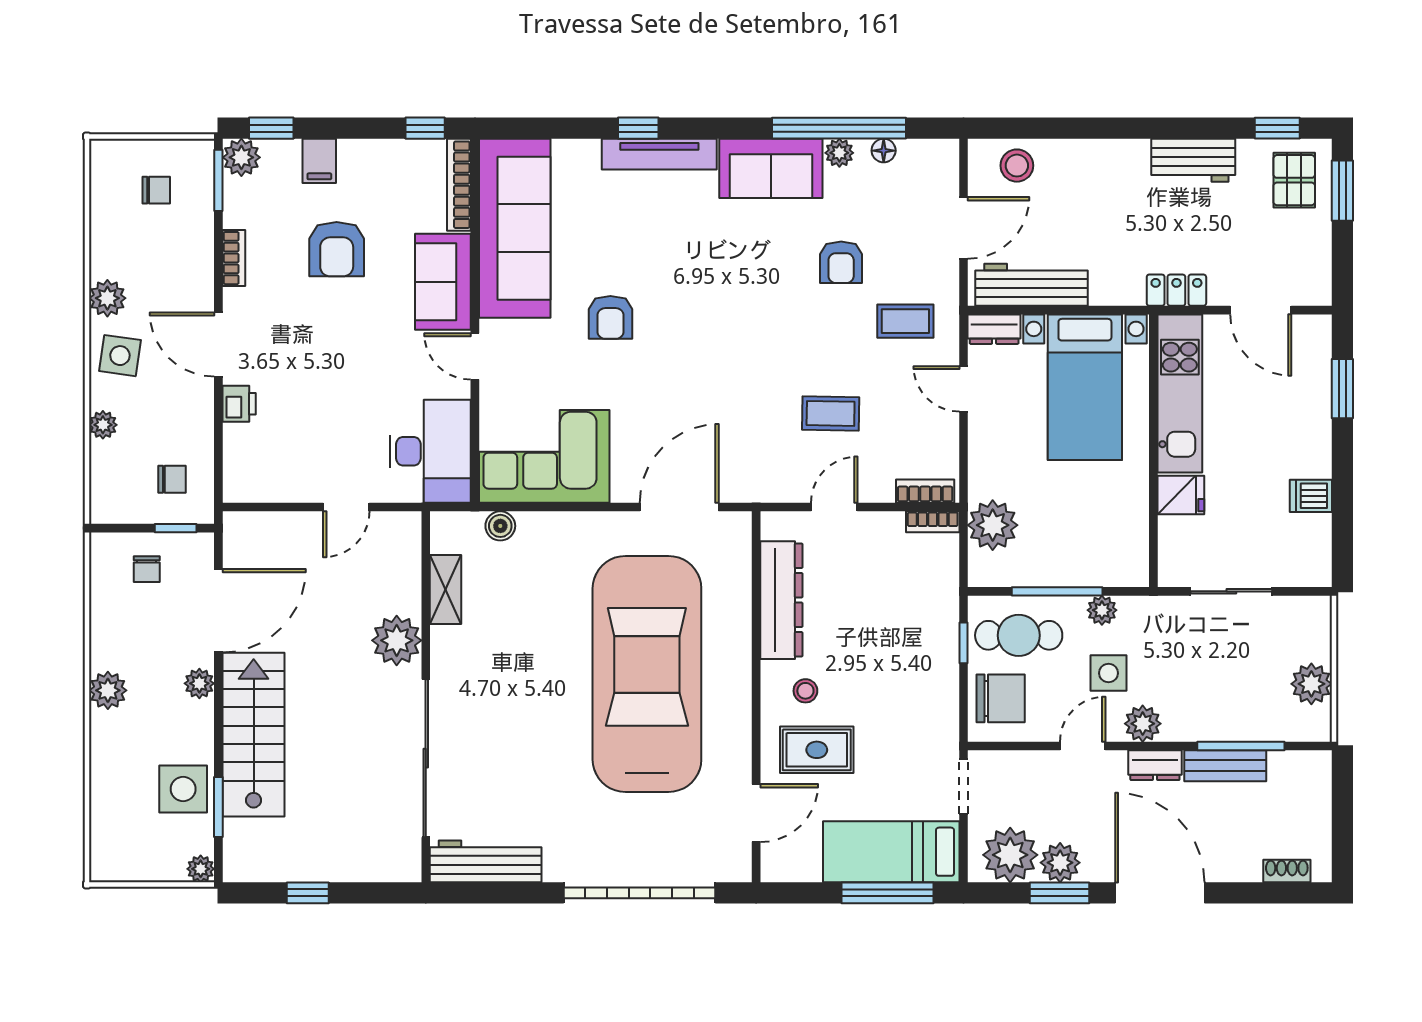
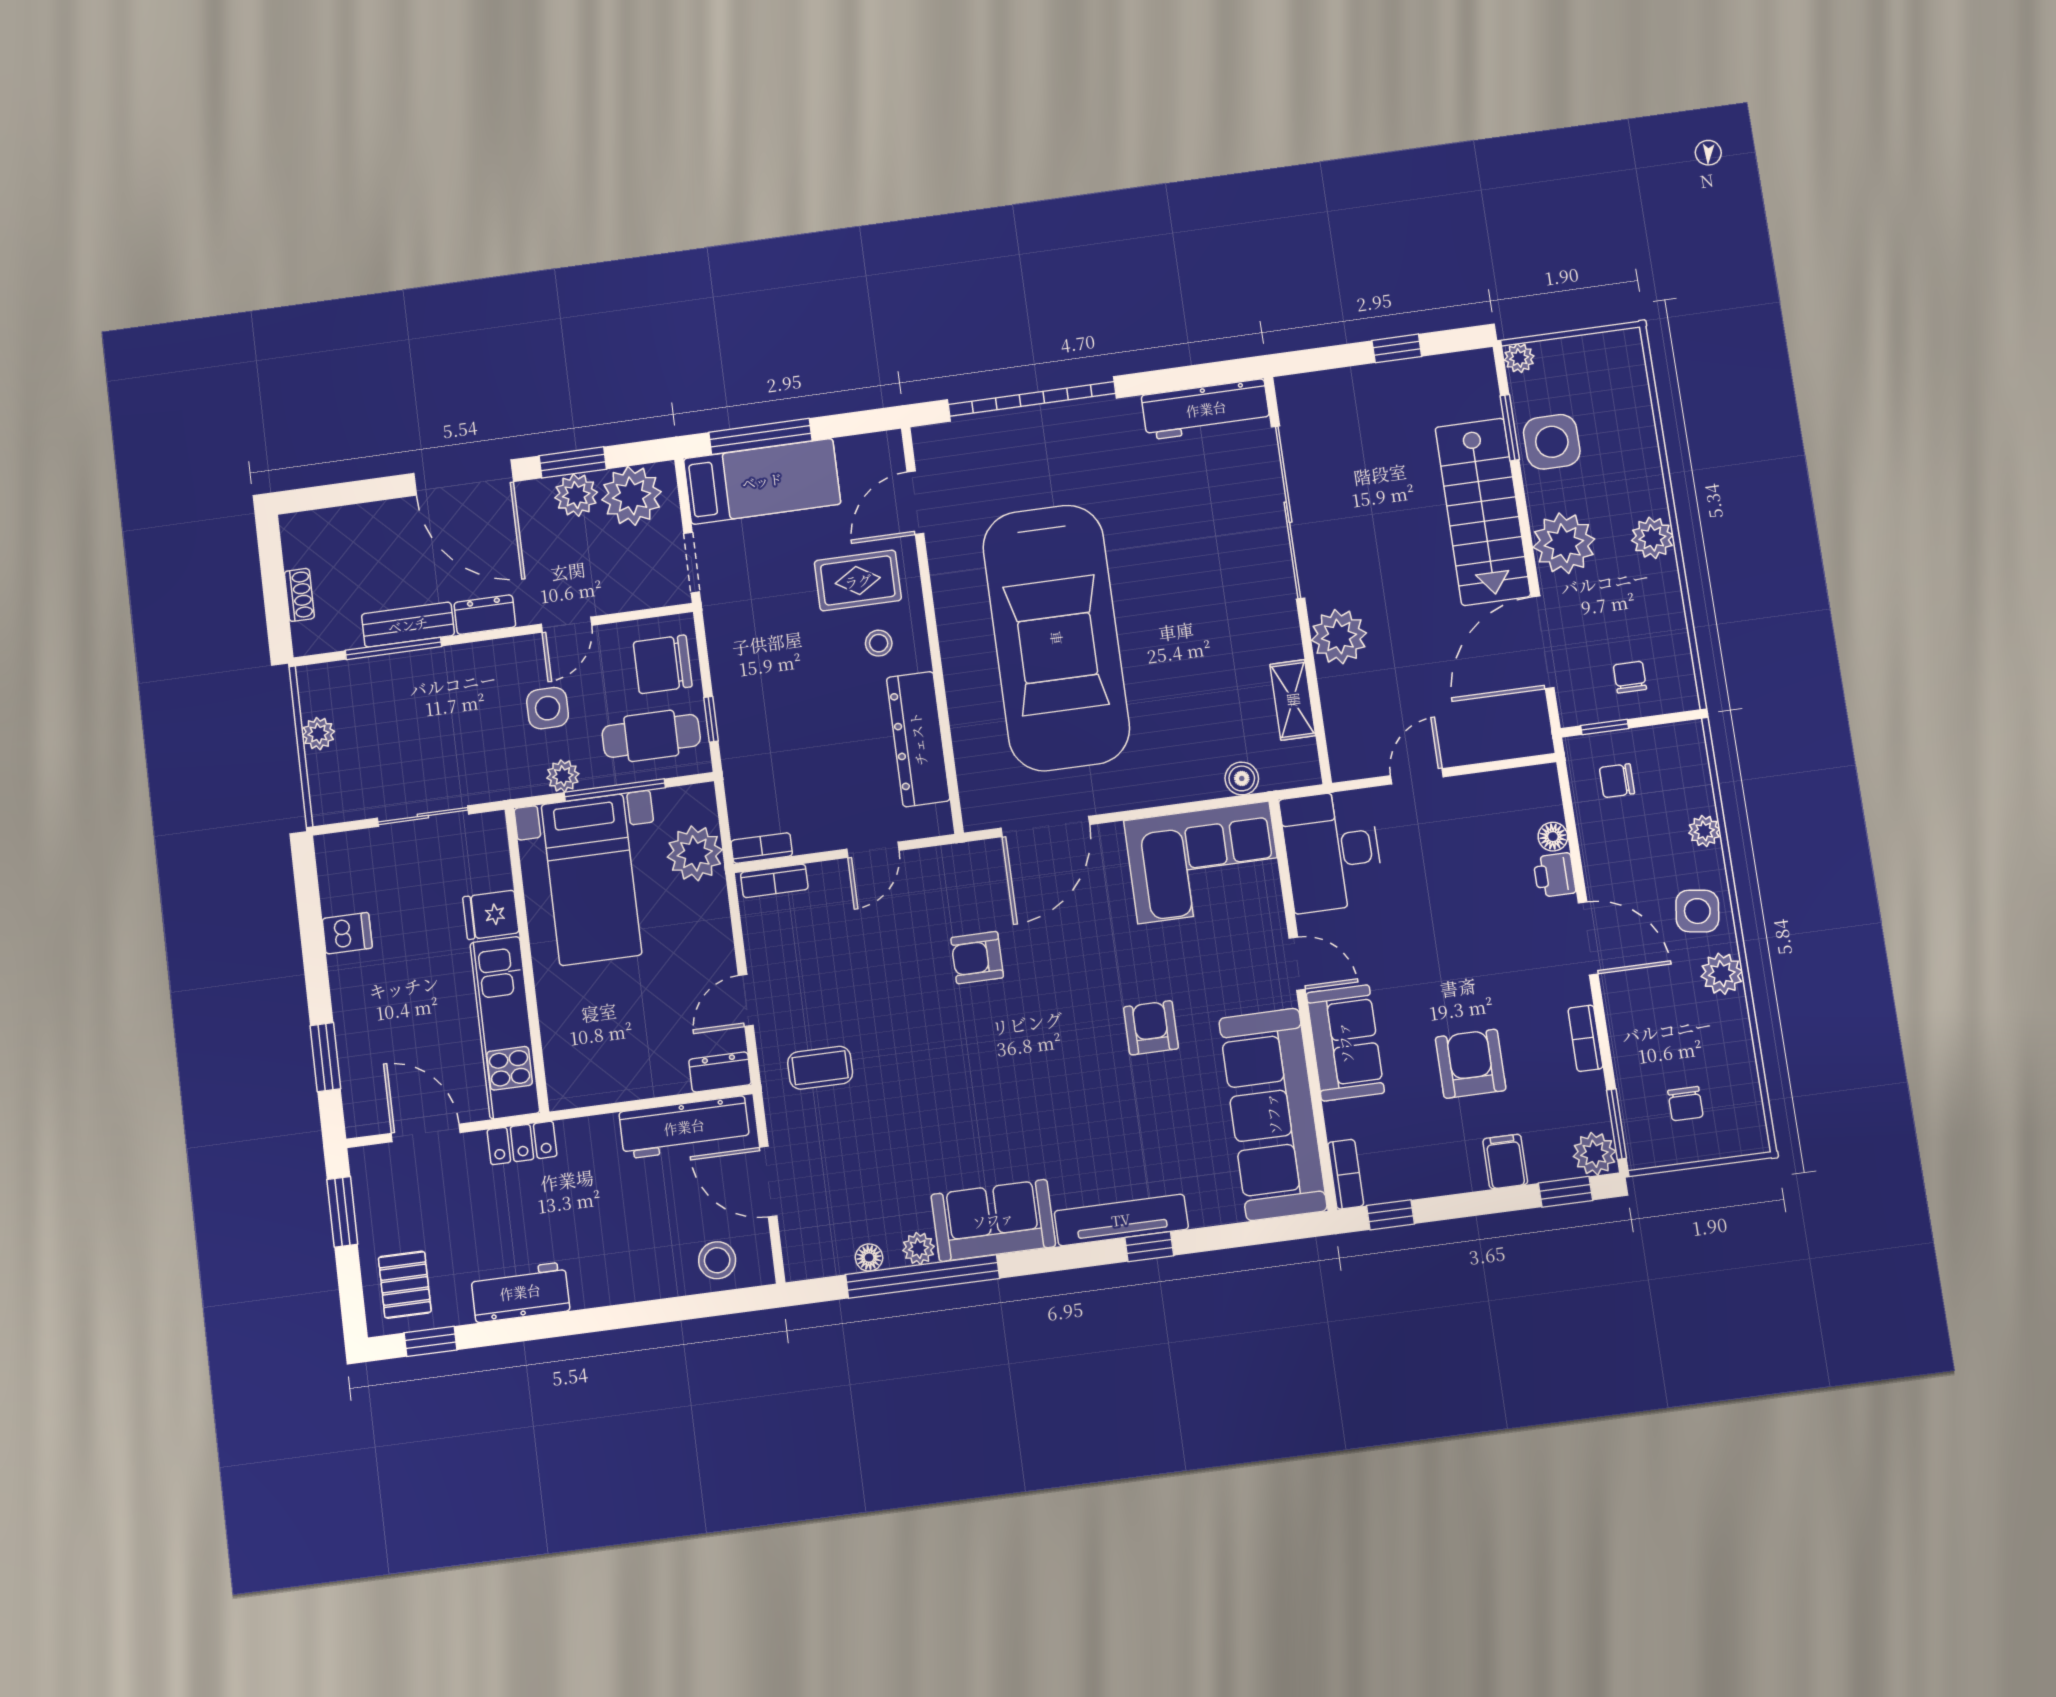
bookcase: (459, 185) -> (1346, 1174), width x0.64
chair: (156, 190) -> (1685, 1104), turned -90
window: (1342, 191) -> (342, 1212), moved
door: (964, 228) -> (768, 1182), hinge flipped
armchair: (841, 262) -> (977, 958), moved, turned -90
bed with nightstands: (1085, 387) -> (591, 880), moved, turned 180
door: (964, 389) -> (746, 1001), swing flipped
coffee table: (831, 413) -> (890, 953), removed
floor lamp: (235, 438) -> (1553, 837), added
plant: (199, 683) -> (1564, 543), width x1.88, depth x1.88
plant: (1311, 684) -> (318, 734), width x0.73, depth x0.73
plant: (1143, 724) -> (504, 658), removed
shoe rack: (1287, 871) -> (299, 595), moved, turned -90

